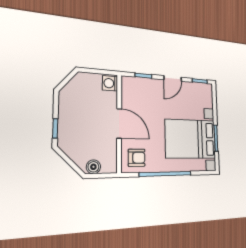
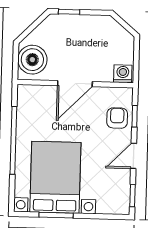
door: (173, 78) -> (134, 156), hinge flipped
armchair: (137, 158) -> (117, 118), moved, turned 180
boiler: (93, 167) -> (32, 60), width x1.86, depth x1.86

